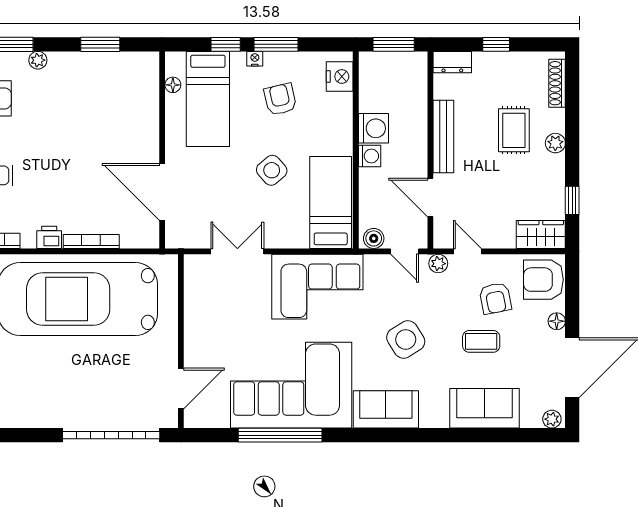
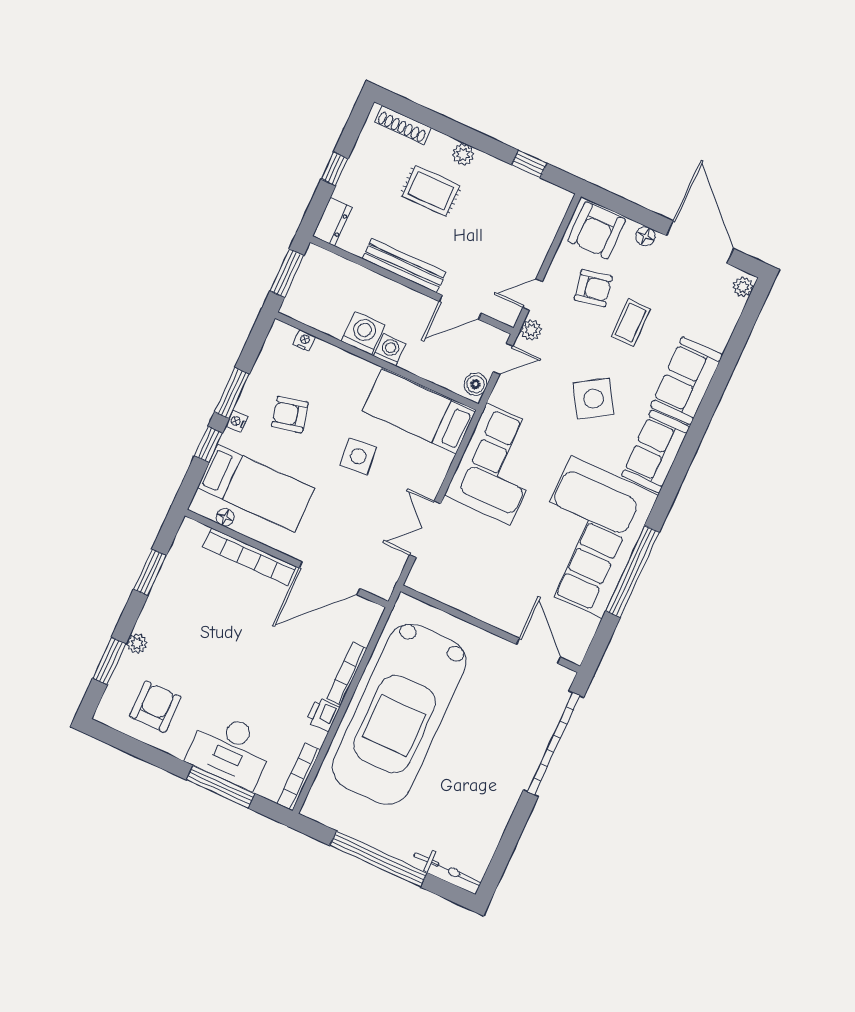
nightstand: (340, 76) -> (304, 341), width x0.53, depth x0.56
bookcase: (150, 119) -> (250, 557), added
side table: (272, 170) -> (358, 456), turned 35
wardrobe: (541, 234) -> (549, 212), removed
sofa: (485, 408) -> (687, 381), moved

